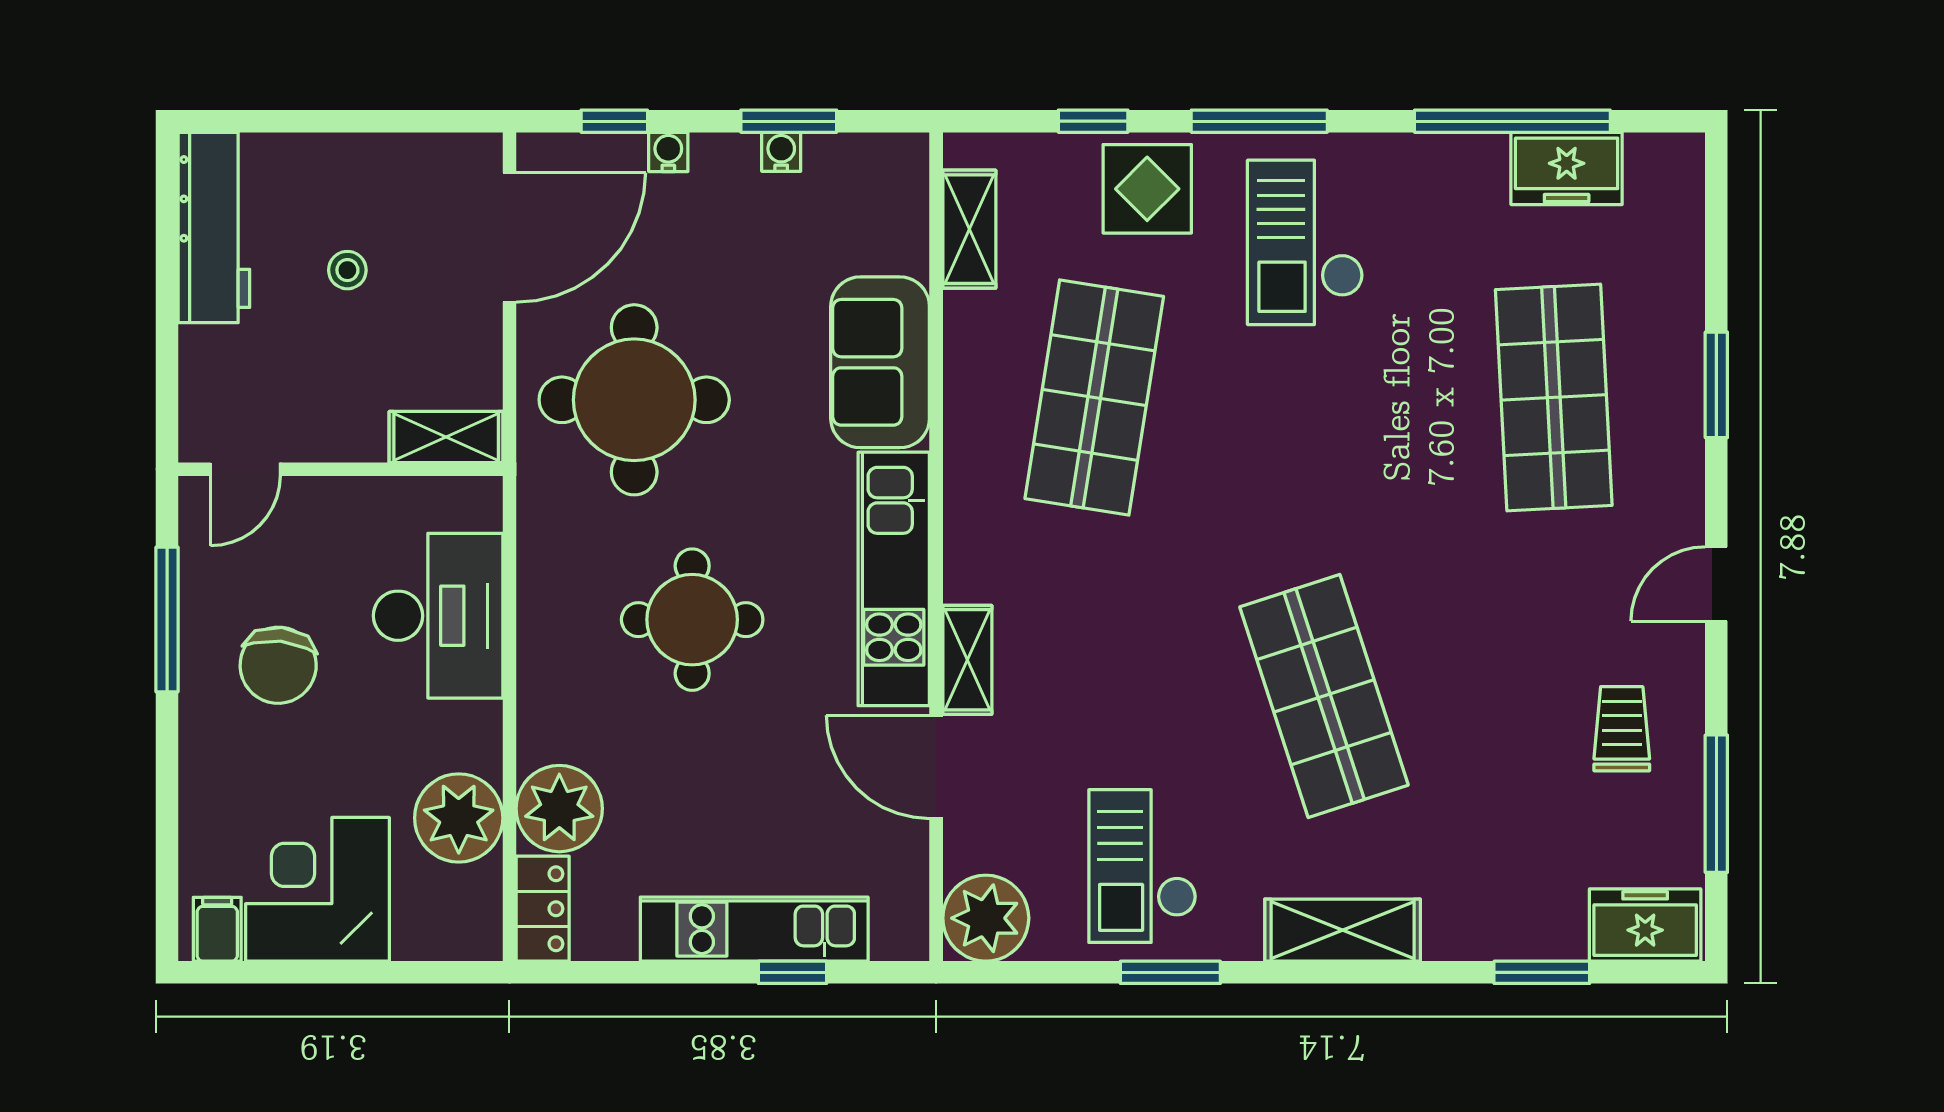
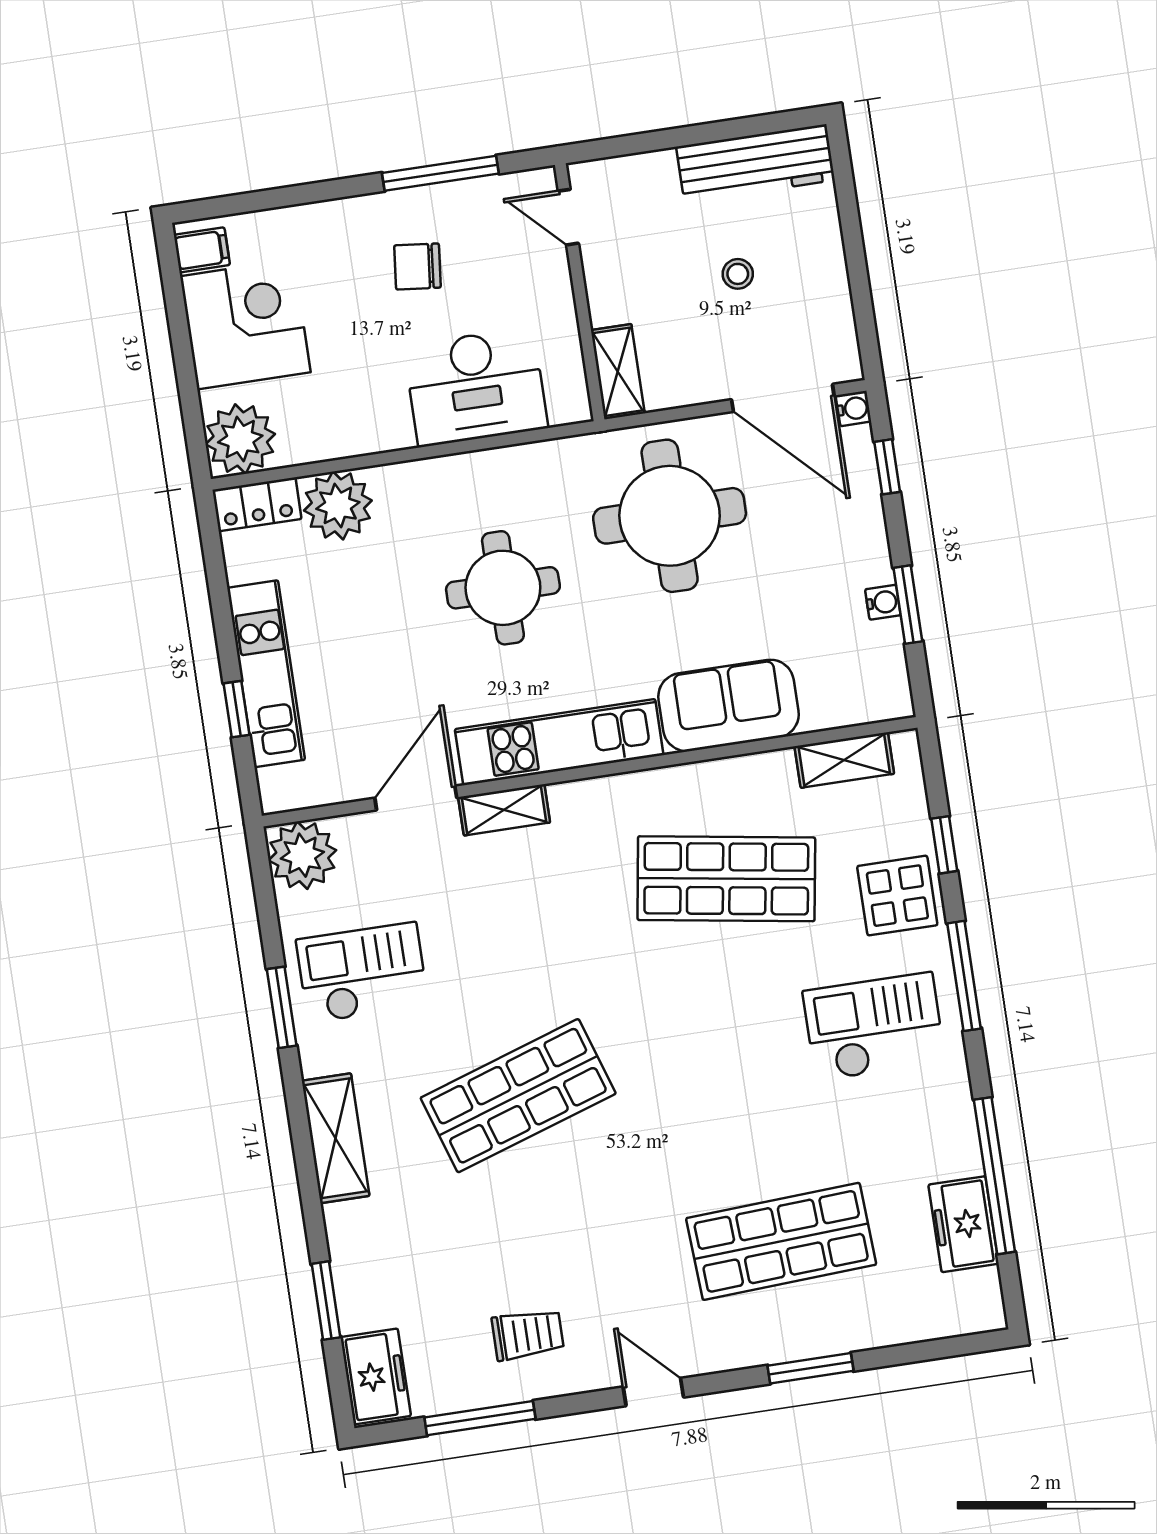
water cooler: (668, 152) -> (853, 408), moved
chair: (278, 665) -> (418, 266), width x0.73, depth x0.73
plant: (459, 818) -> (240, 439), moved

